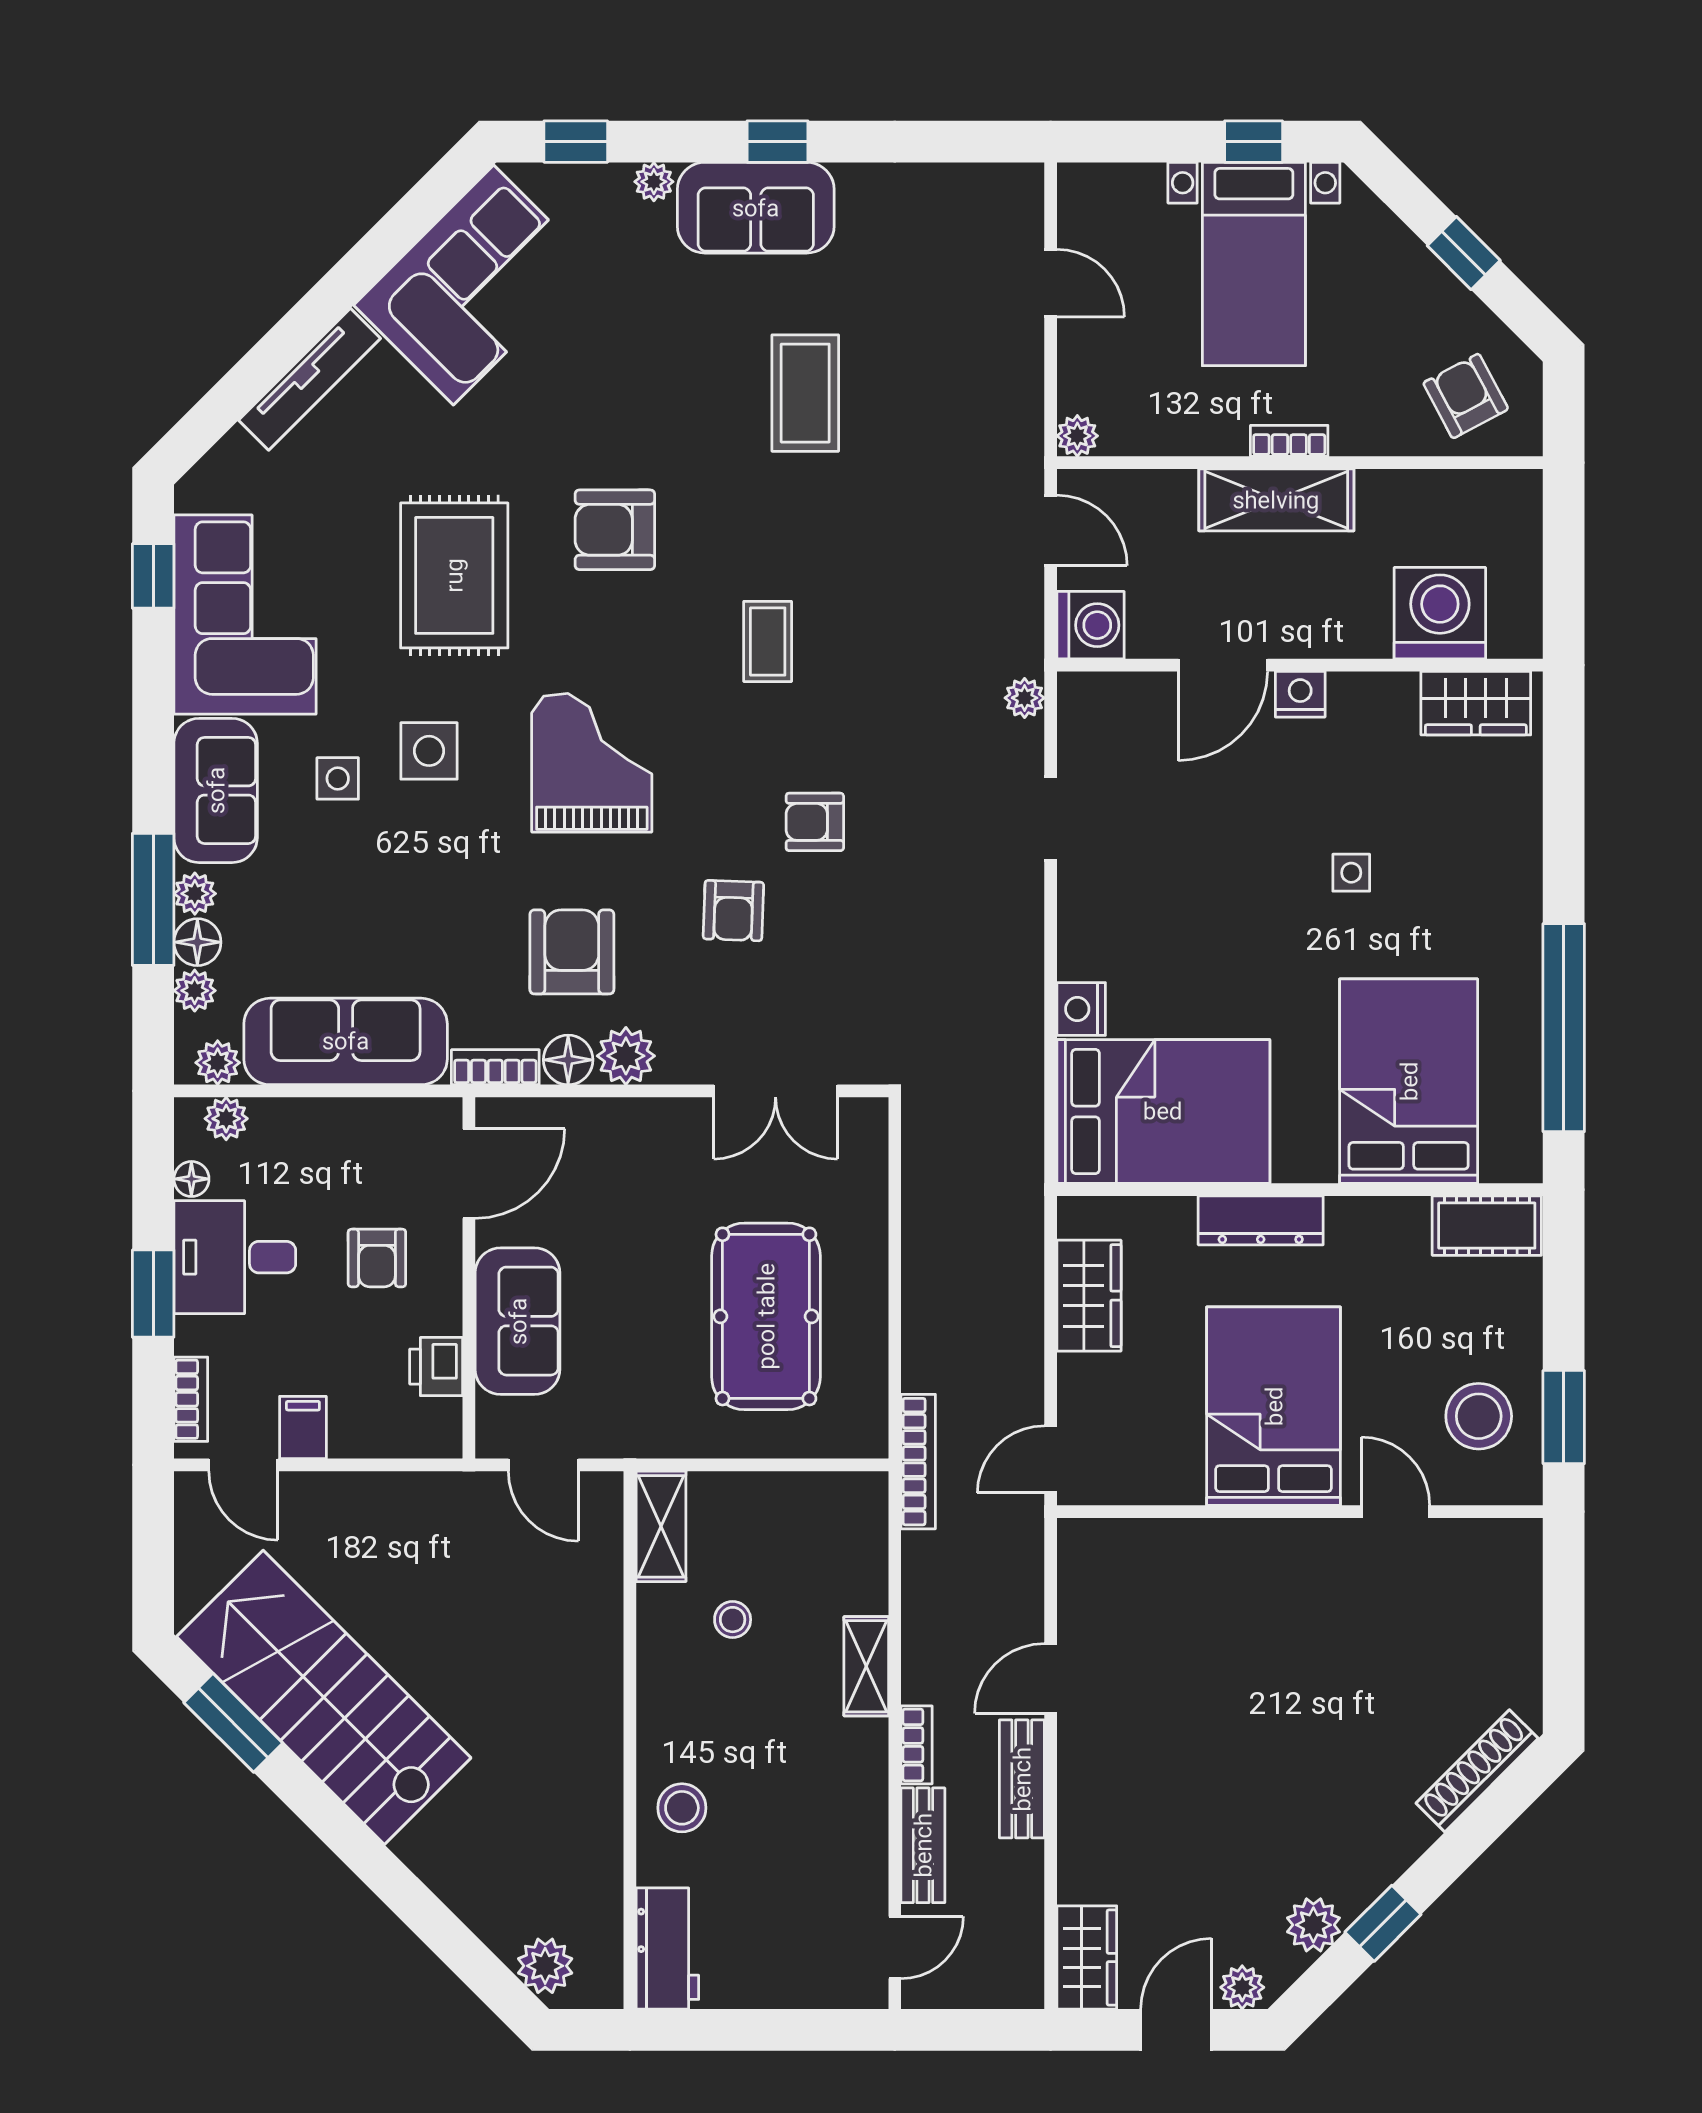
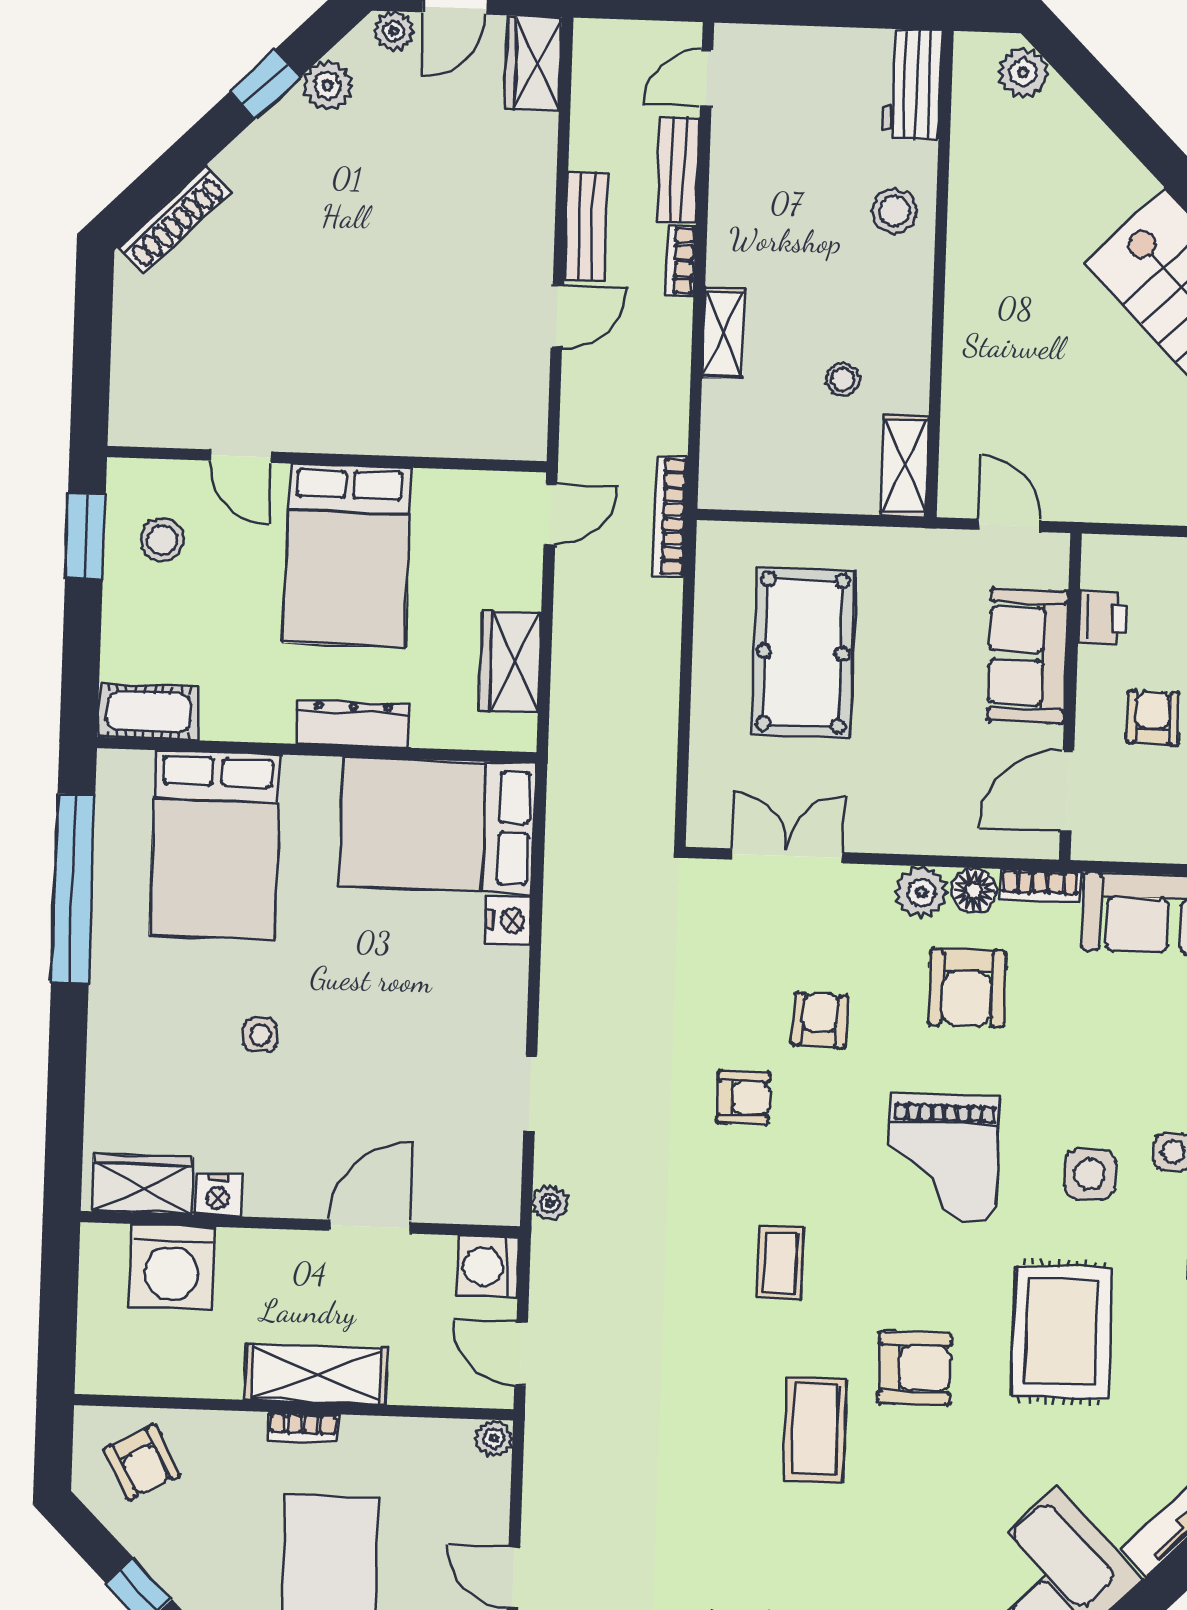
coffee table: (805, 393) -> (815, 1430), moved
nightstand: (1300, 694) -> (218, 1195), moved
stool: (1479, 1416) -> (162, 540), width x0.73, depth x0.73

